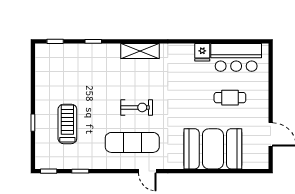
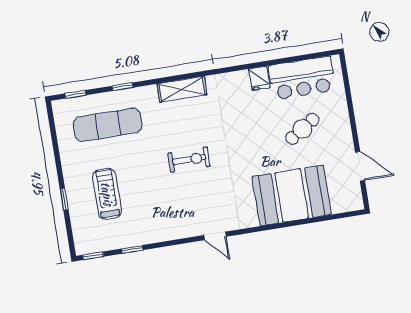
cafe table: (230, 98) -> (302, 129), turned -33
exercise mat: (132, 142) -> (108, 125), moved

